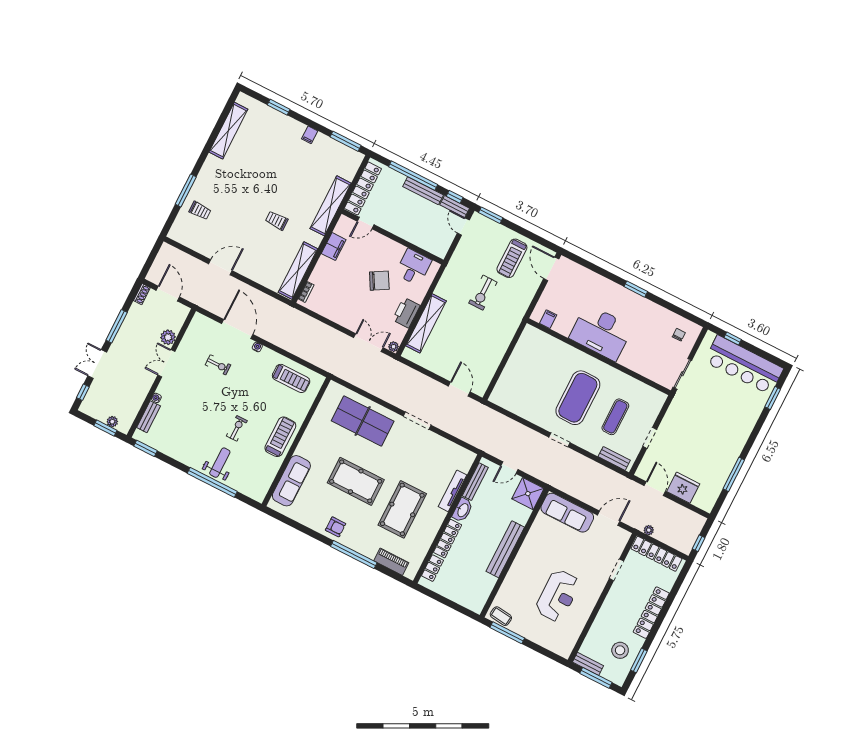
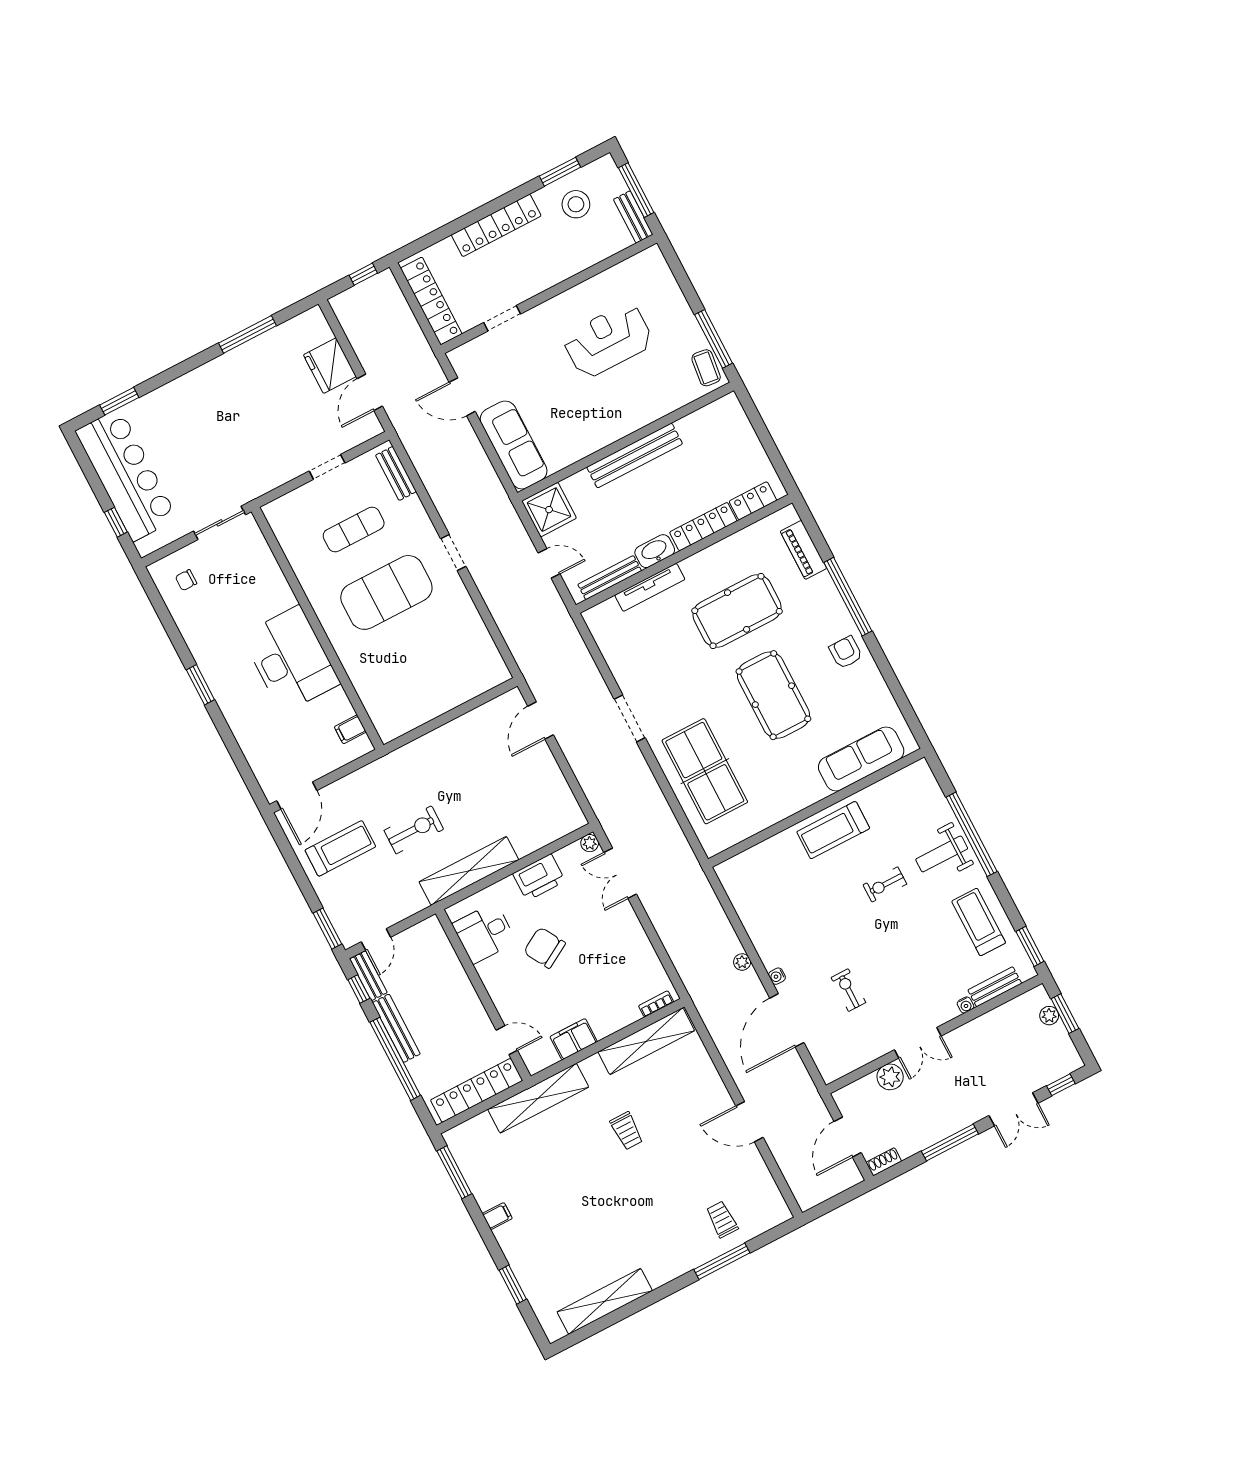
shelving: (426, 323) -> (469, 871), moved
treadmill: (291, 378) -> (979, 922), moved
plant: (649, 530) -> (742, 962), moved

